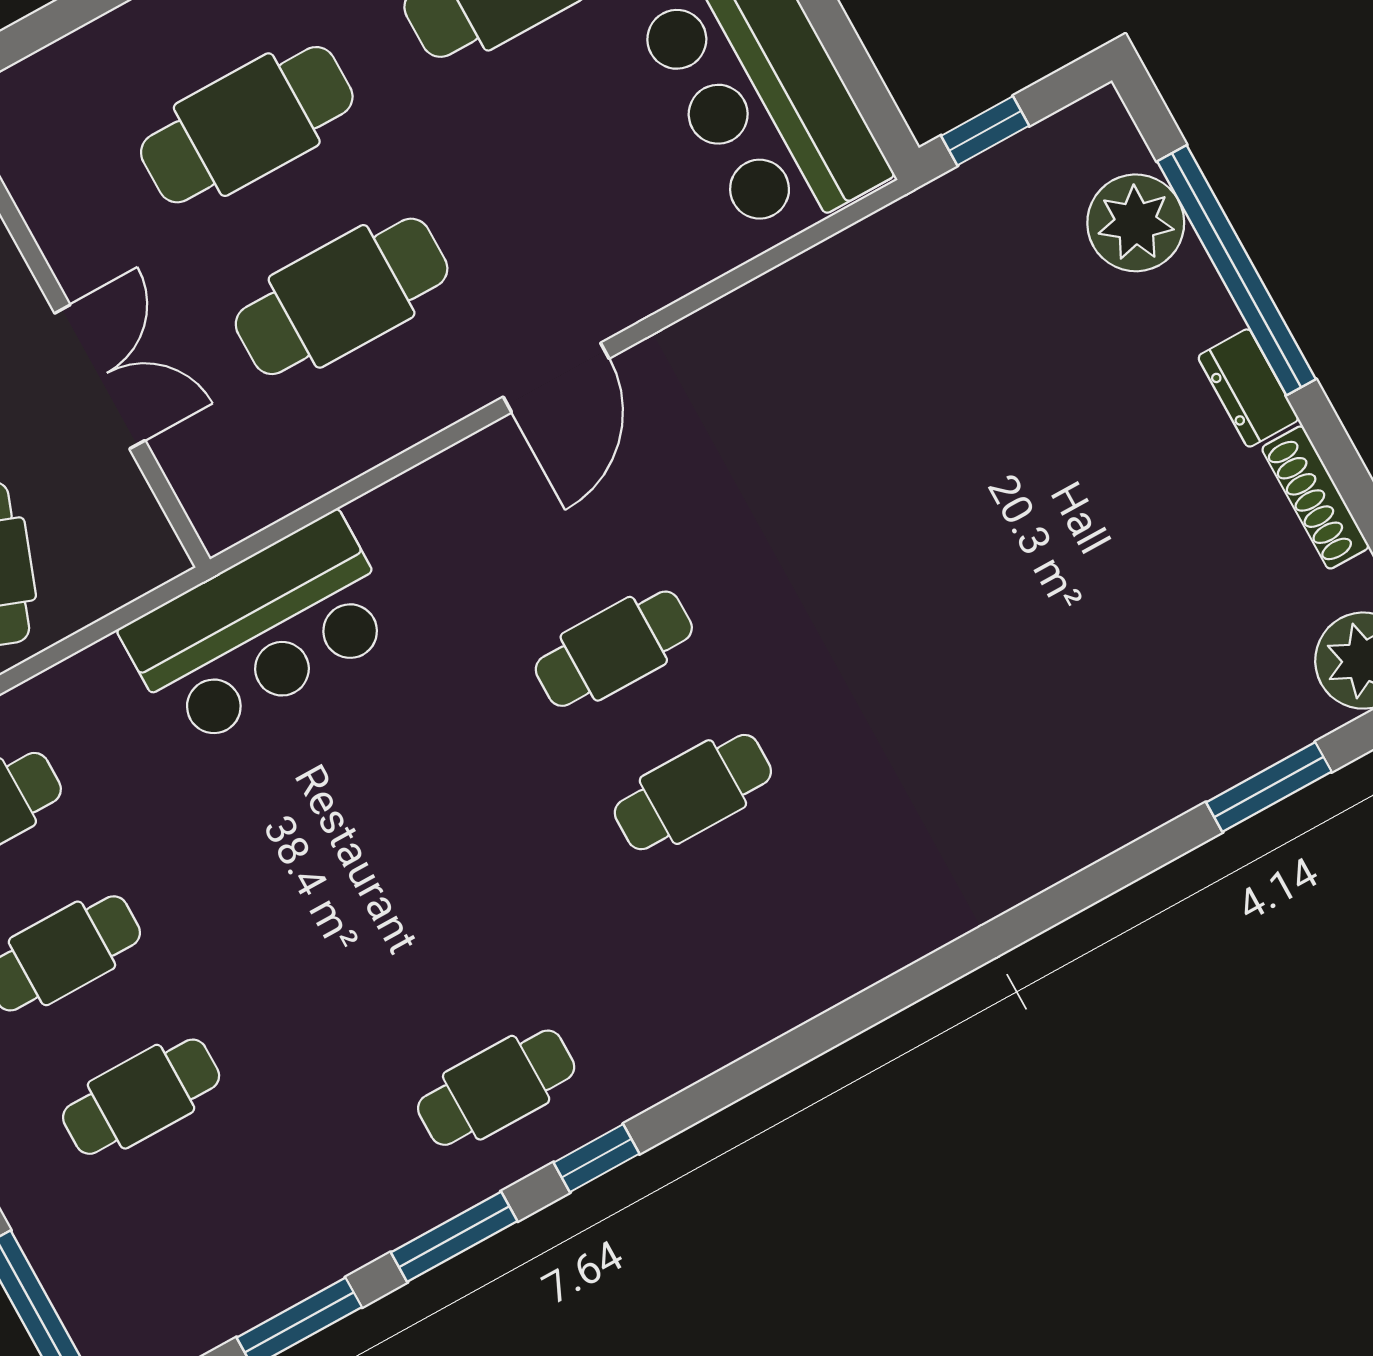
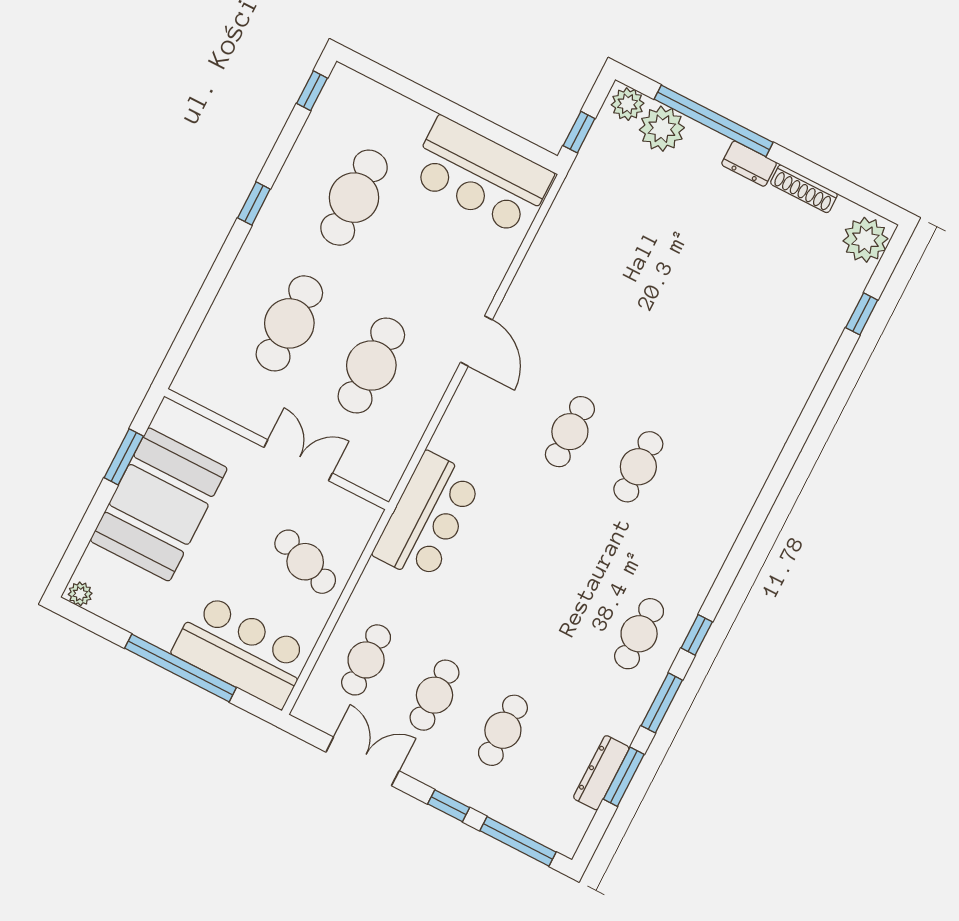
plant: (1104, 139) -> (628, 104), added
window: (1269, 787) -> (862, 314), width x0.67
dresser: (264, 1288) -> (601, 773), added

